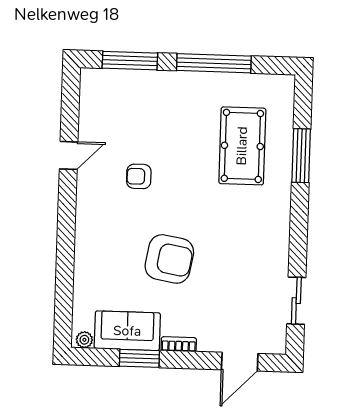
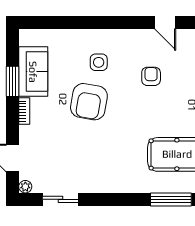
side table: (118, 244) -> (99, 62), added
plant: (84, 340) -> (25, 187), moved

